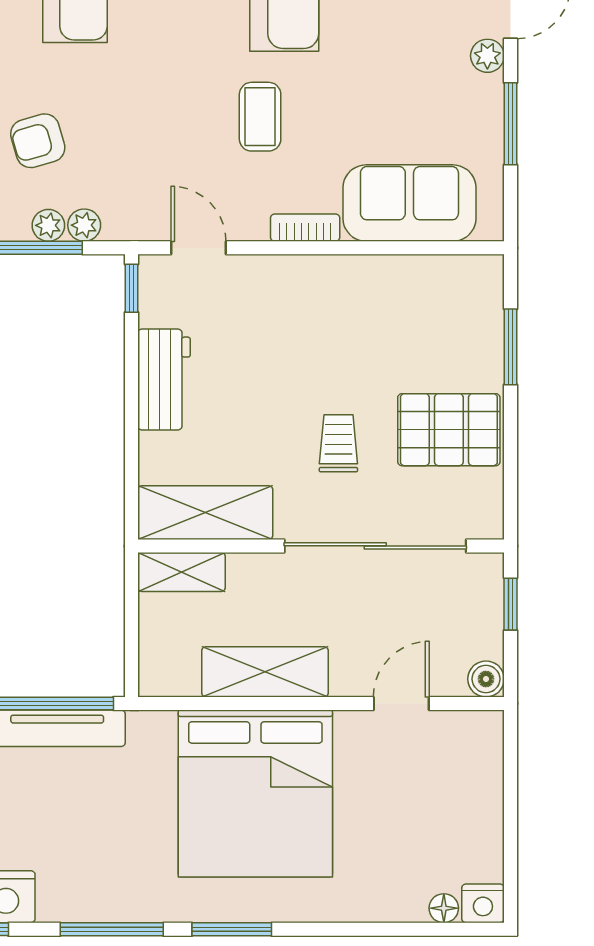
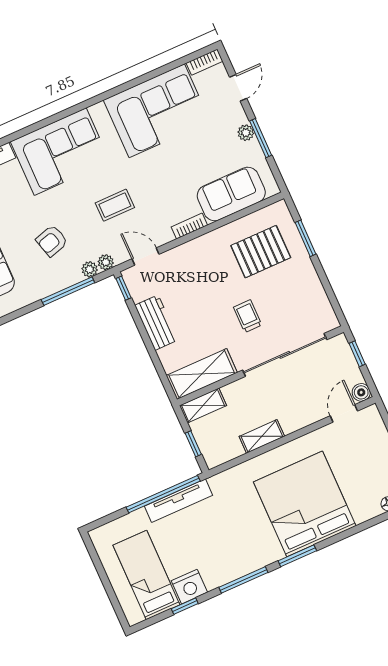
plant: (487, 56) -> (246, 133), moved
coffee table: (260, 117) -> (115, 205), moved, turned 90
plant: (48, 225) -> (106, 262), moved
pallet: (449, 430) -> (261, 252), moved
window: (131, 635) -> (193, 444), added
shelving: (265, 672) -> (262, 436), width x0.67, depth x0.75
door: (401, 703) -> (344, 413), moved
bed: (255, 794) -> (305, 504), moved, turned 180

